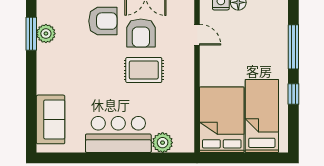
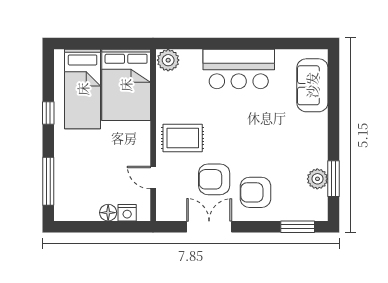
armchair: (141, 33) -> (214, 179), turned -90
window: (293, 47) -> (48, 181), moved
rug: (144, 70) -> (183, 138), moved
plant: (163, 143) -> (168, 60), moved

